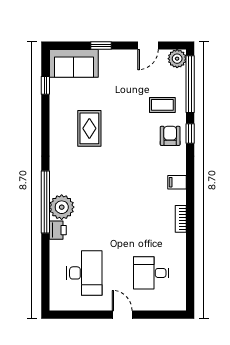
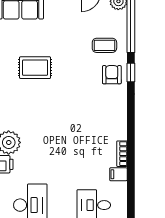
rug: (89, 128) -> (35, 68), turned 90
filing cabinet: (177, 182) -> (118, 174), moved

